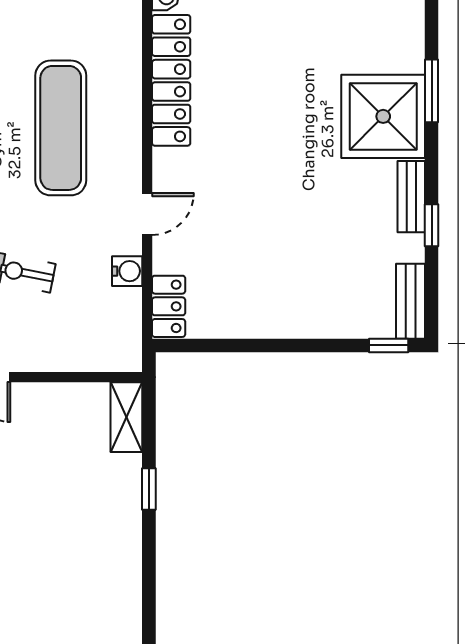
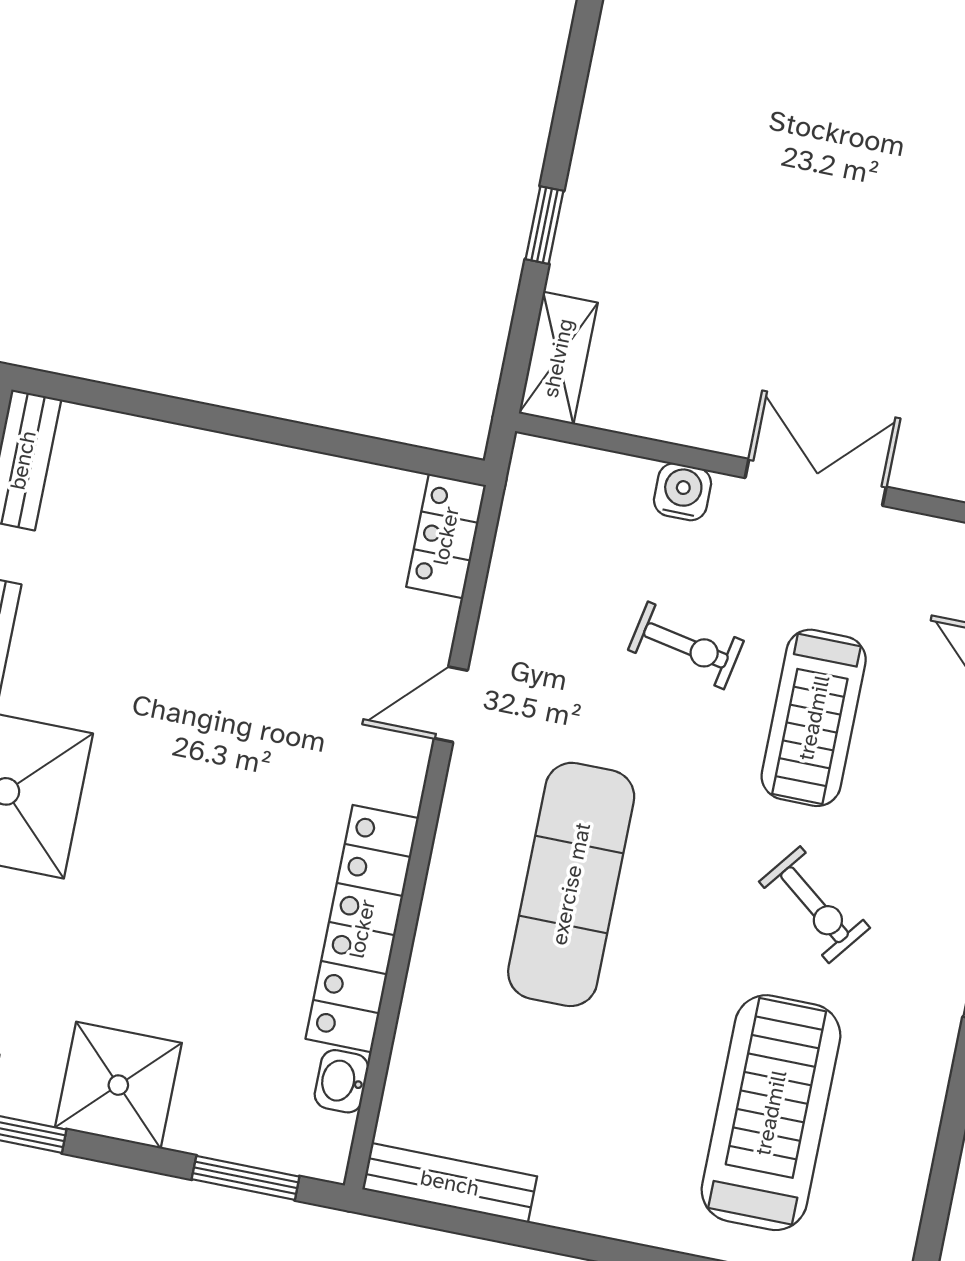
water cooler: (127, 271) -> (682, 492), moved, turned 90
window: (389, 345) -> (77, 391), removed

